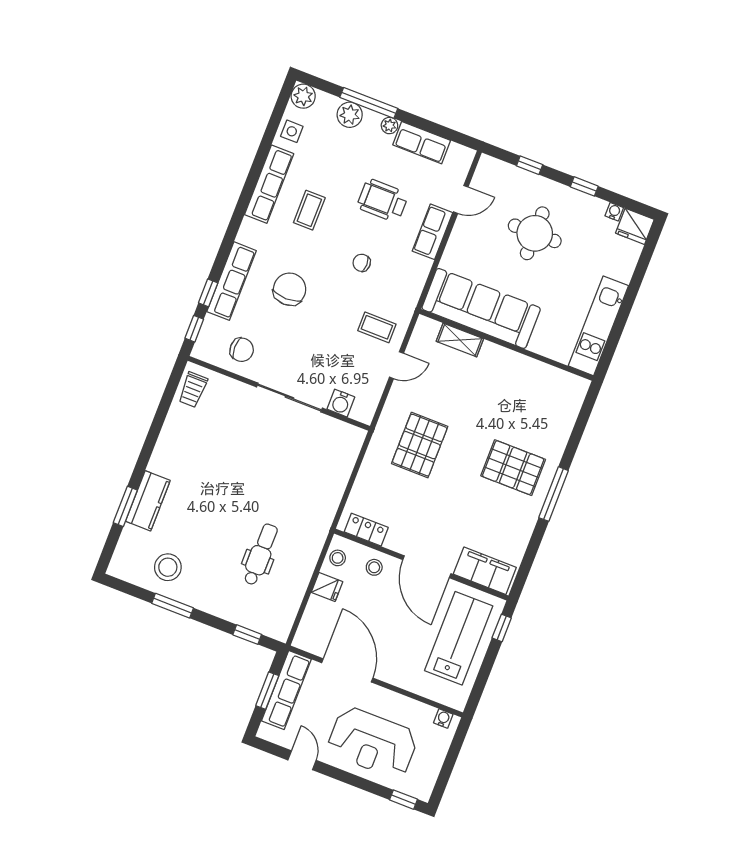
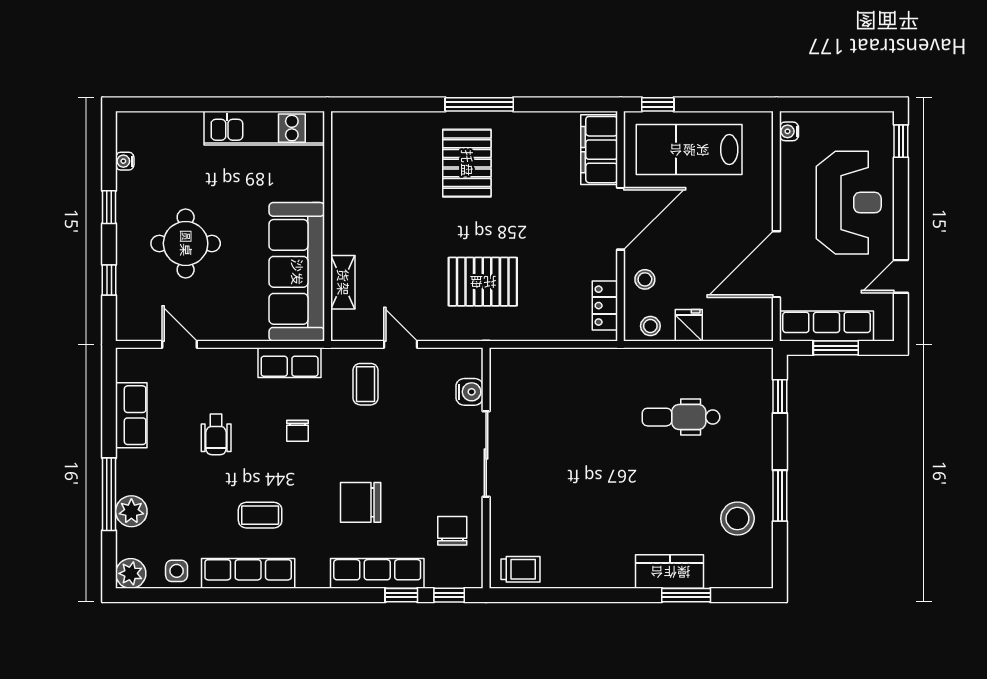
plant: (389, 126) -> (126, 460), removed
wheelchair: (383, 201) -> (216, 434), width x0.73, depth x0.73
fridge: (635, 226) -> (132, 131), removed
row of seats: (432, 232) -> (290, 363), moved

